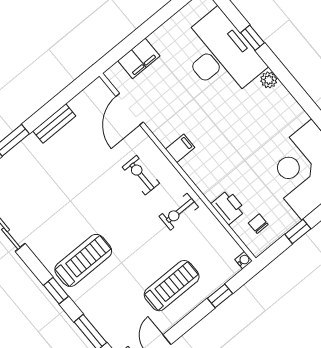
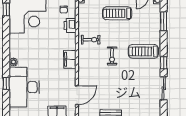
filing cabinet: (180, 148) -> (70, 59), width x2.00
exercise bike: (141, 175) -> (112, 56), moved
window: (56, 291) -> (164, 63), moved

